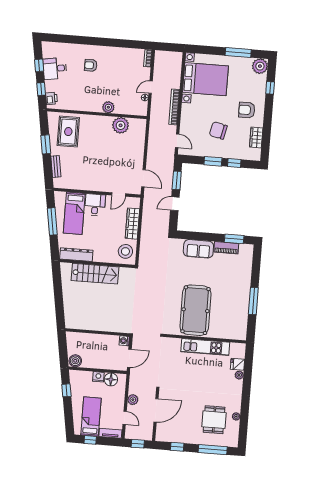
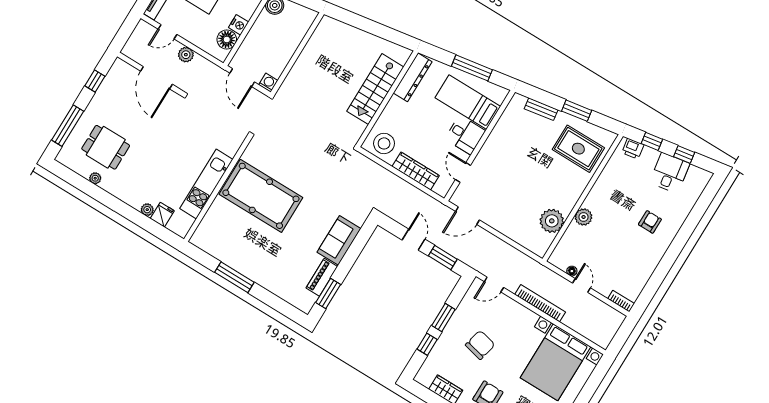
window: (138, 444) -> (125, 32), removed

